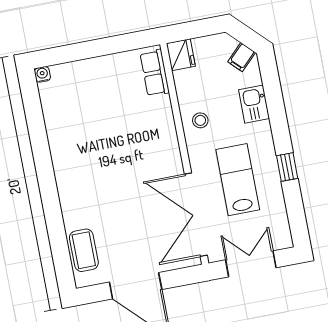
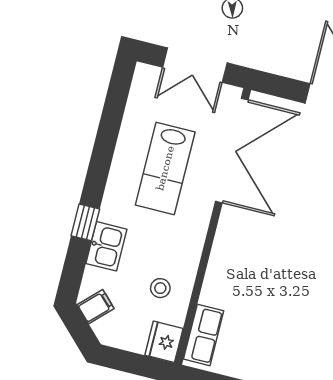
stool: (200, 120) -> (160, 288), moved
window: (287, 167) -> (85, 222), moved

